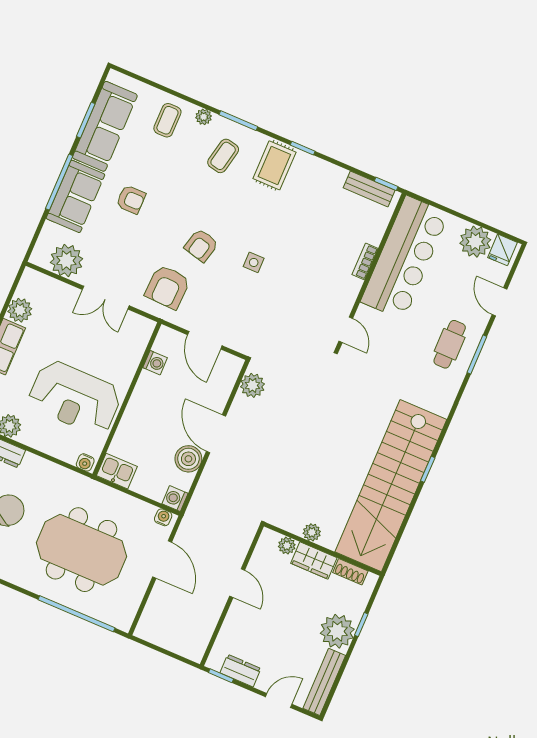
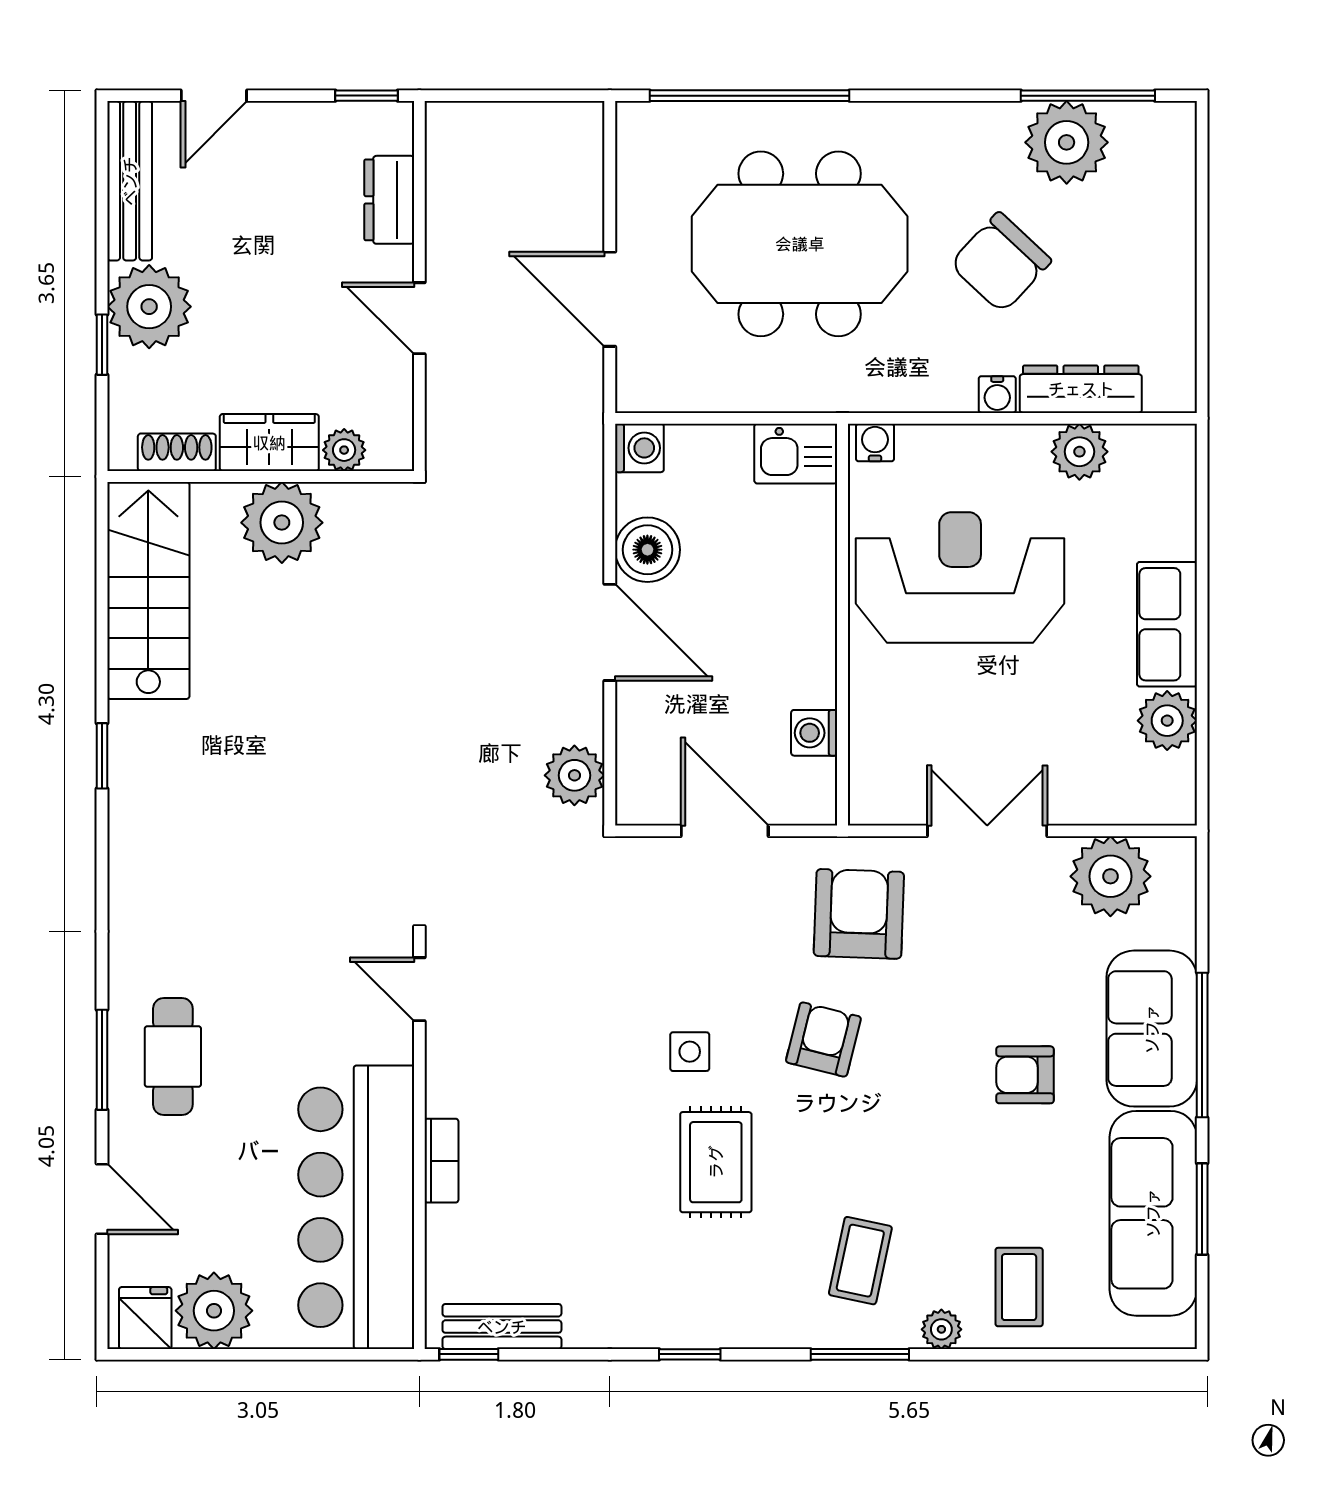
rug: (274, 165) -> (716, 1162), moved
stairs: (391, 486) -> (148, 590), width x0.54, depth x0.66
water cooler: (163, 517) -> (997, 395), moved
plant: (312, 532) -> (282, 523), width x1.88, depth x1.88
dresser: (240, 671) -> (389, 200), moved, turned 90

